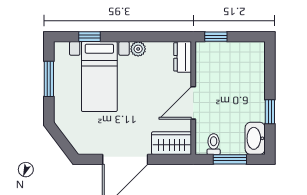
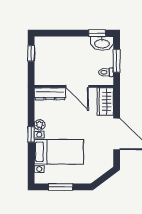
window: (89, 37) -> (31, 134), moved
window: (216, 37) -> (31, 53), moved
dresser: (183, 57) -> (50, 94), width x1.44
window: (270, 112) -> (97, 33), moved

